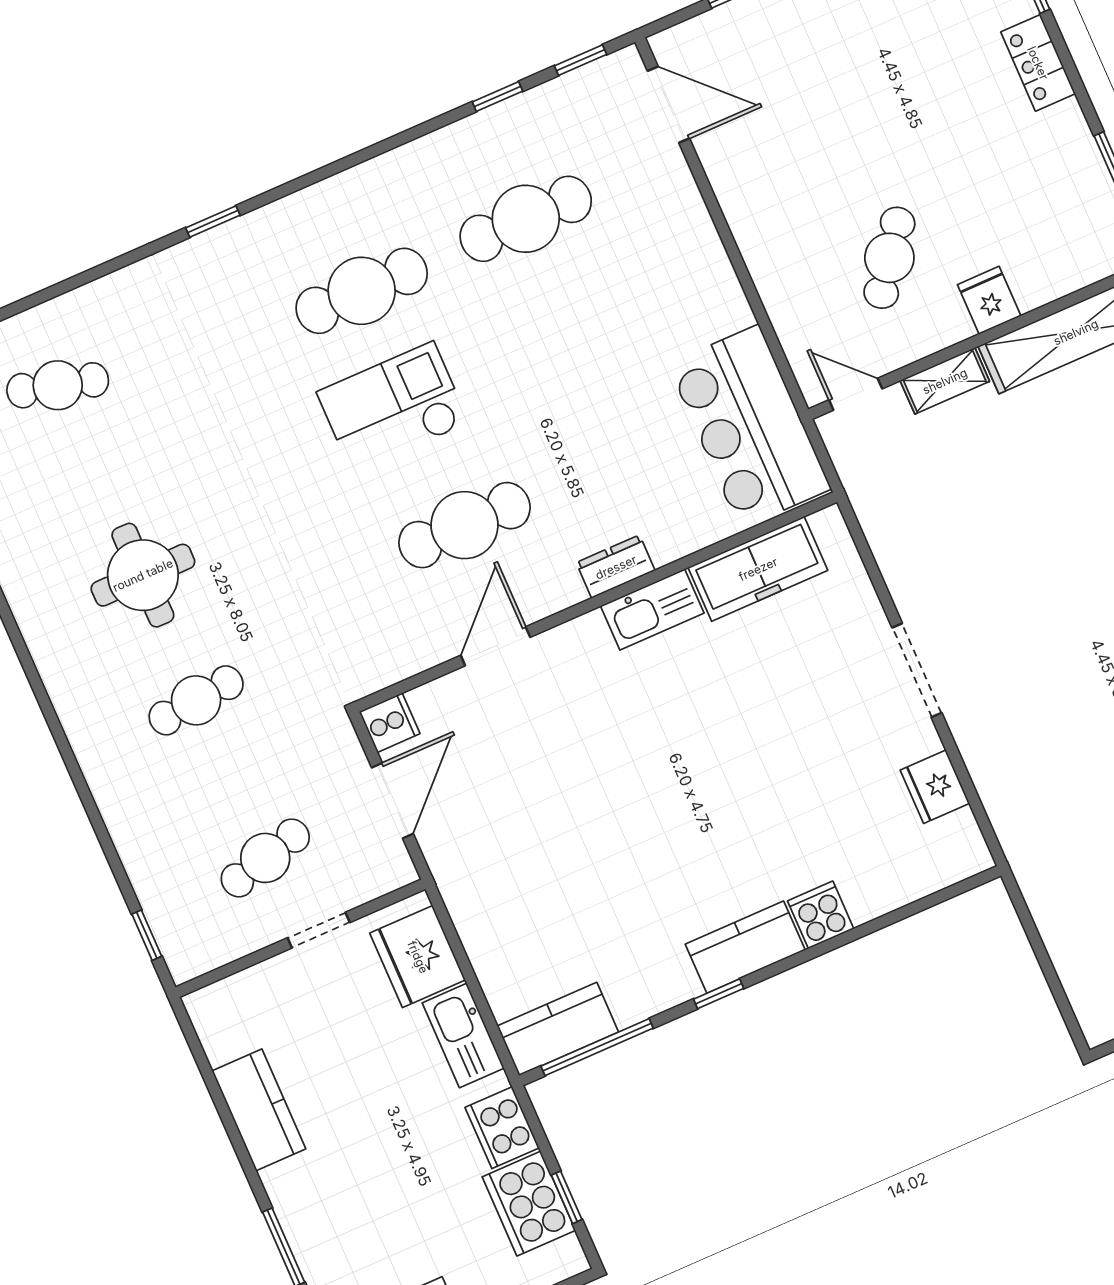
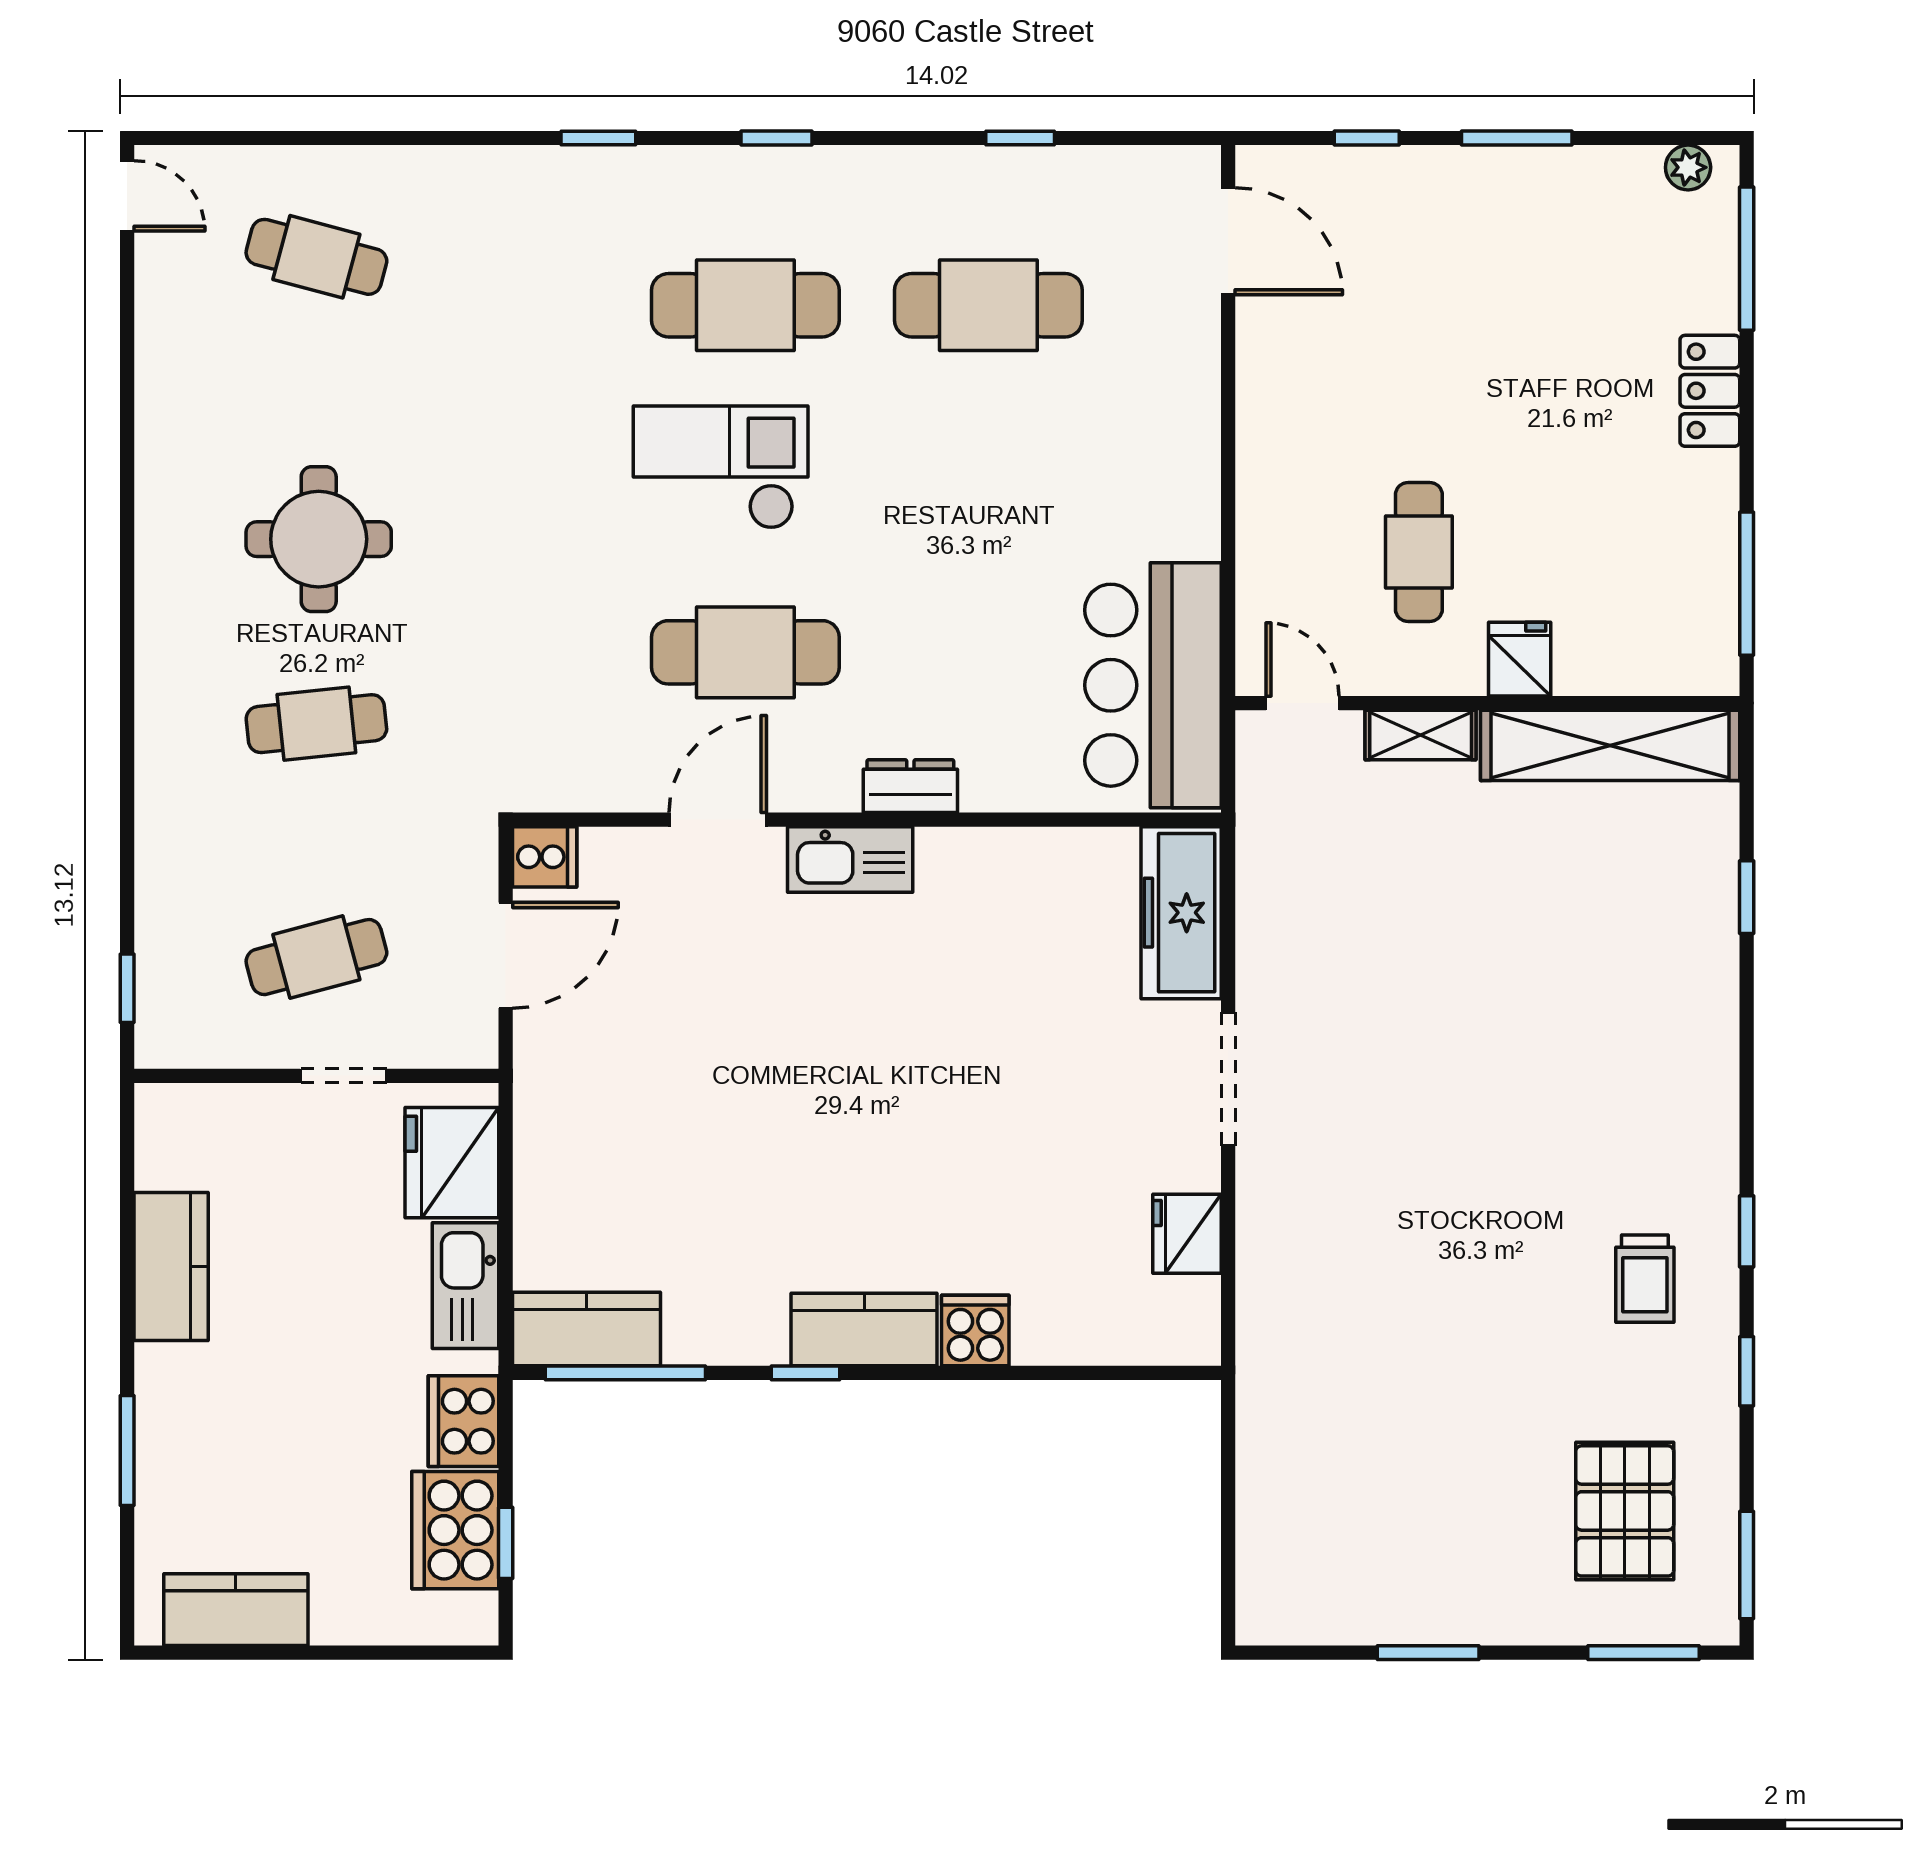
window: (581, 60) -> (776, 138), moved
cafe table: (889, 258) -> (1419, 552), turned -37
freezer: (758, 569) -> (1181, 913), moved, turned 90
kitchen sink: (652, 609) -> (850, 859), moved

